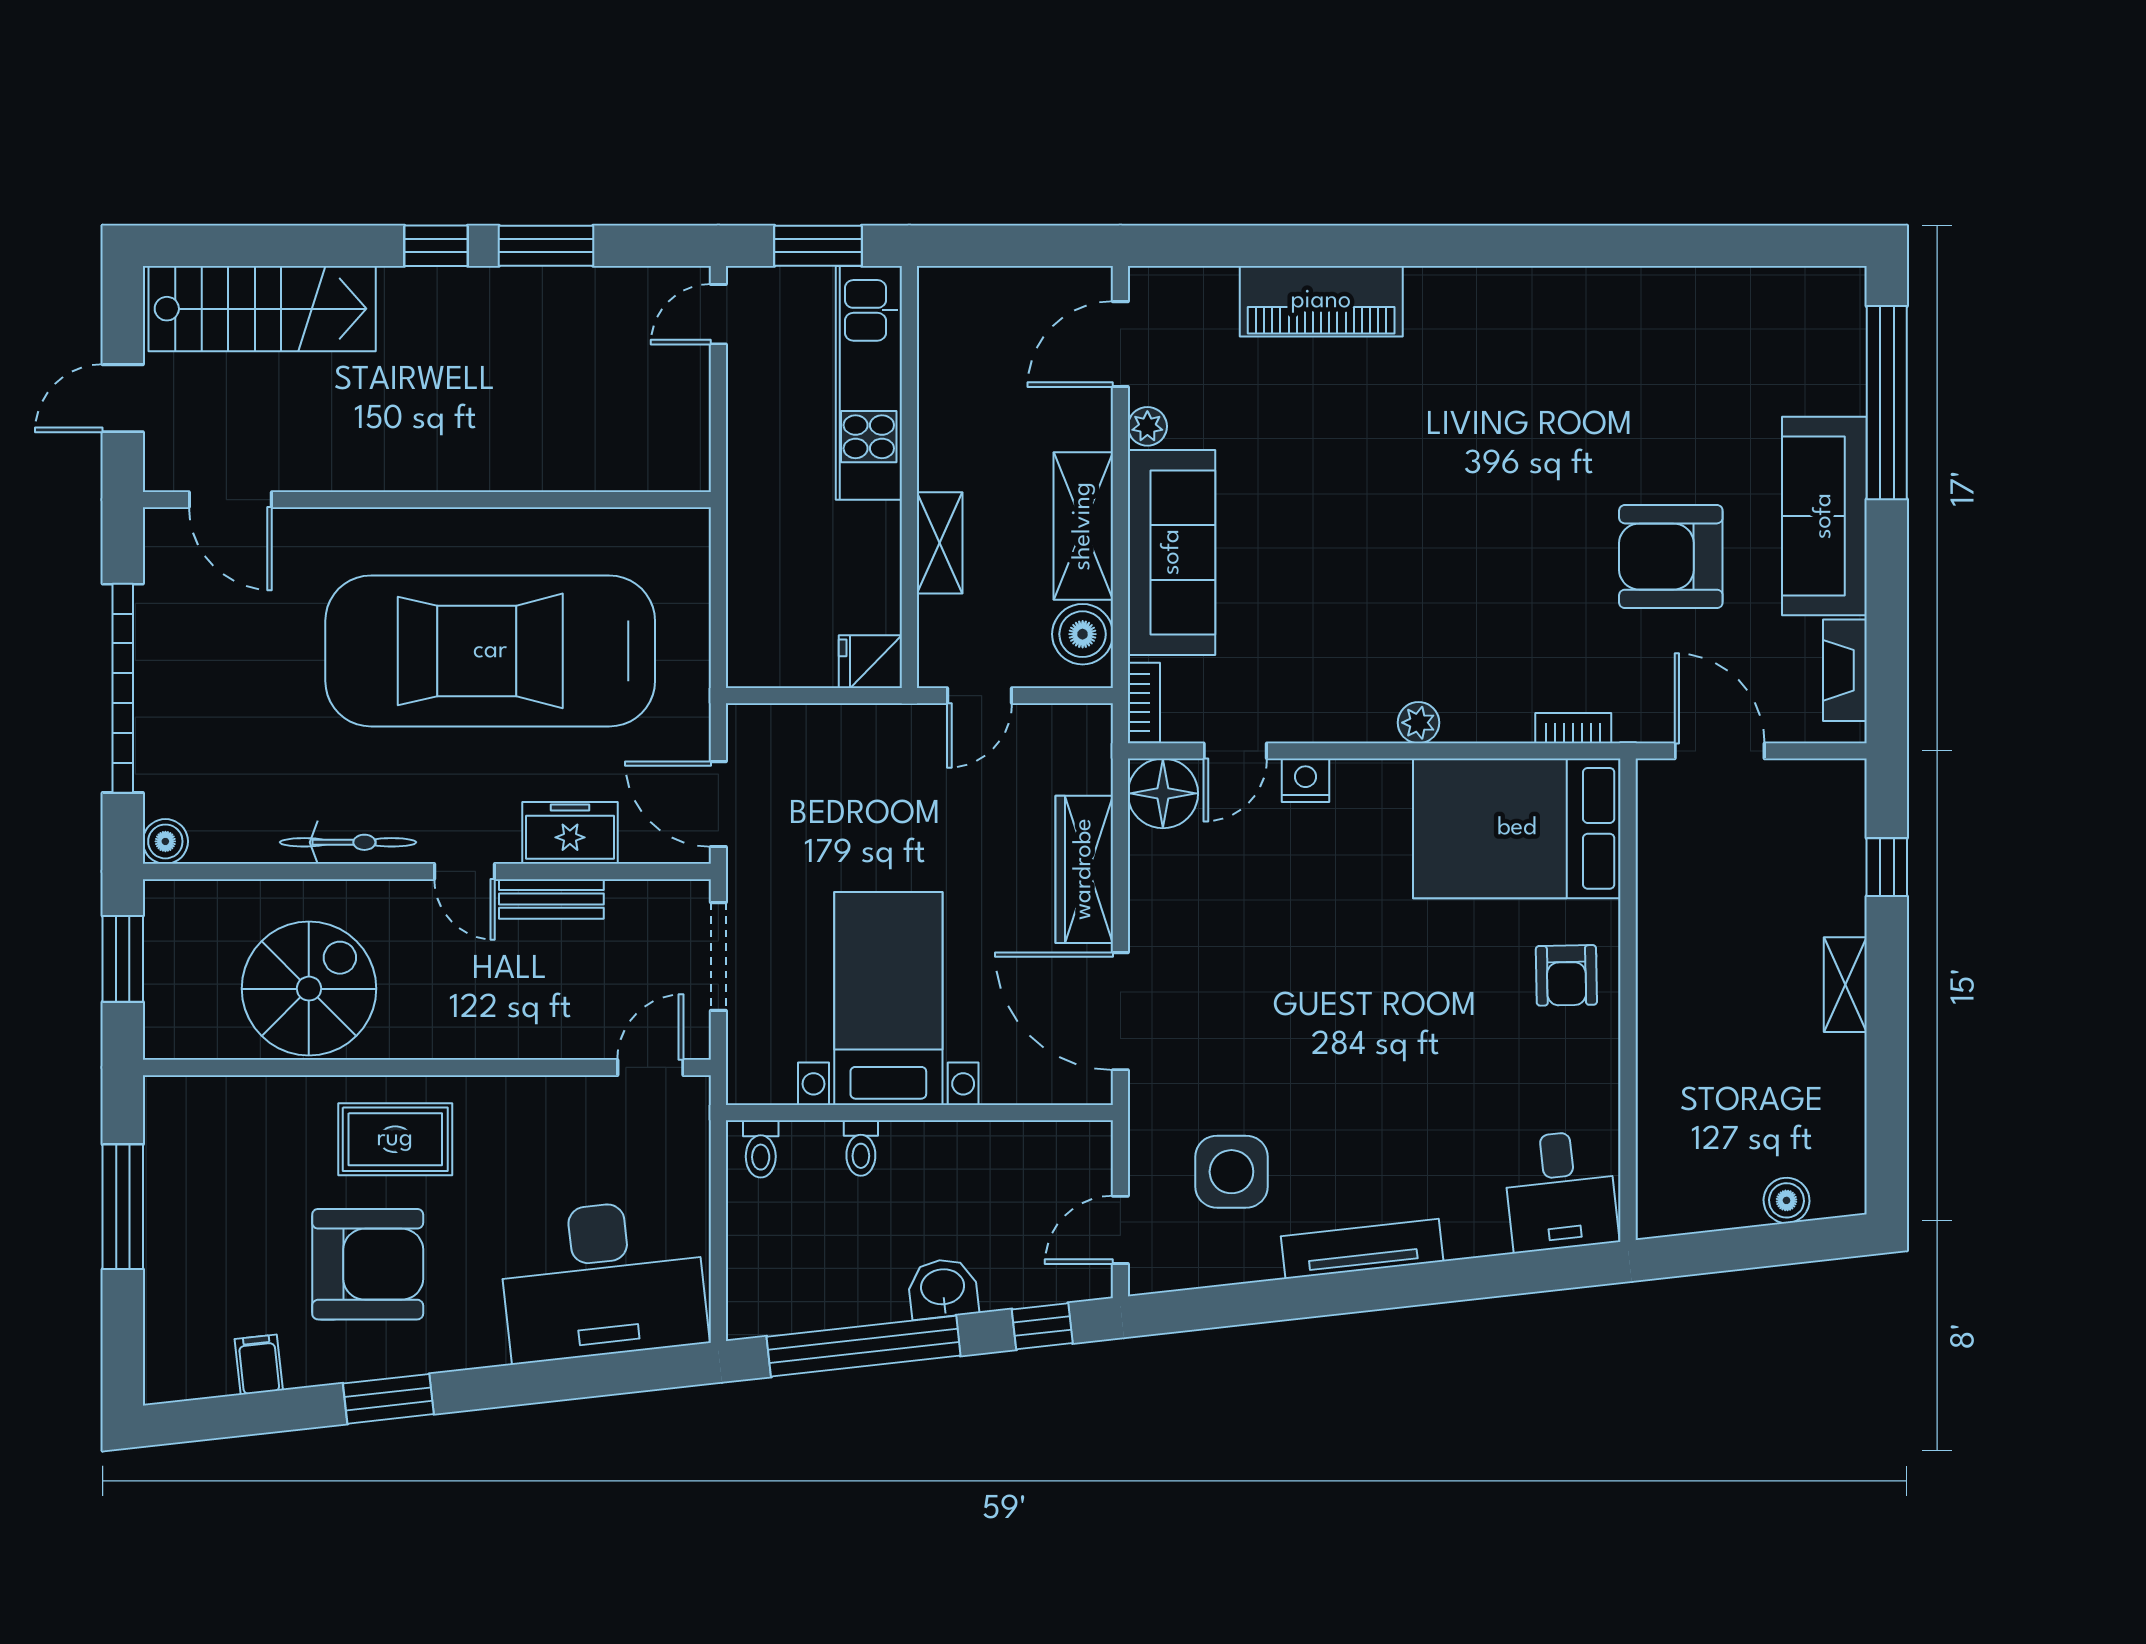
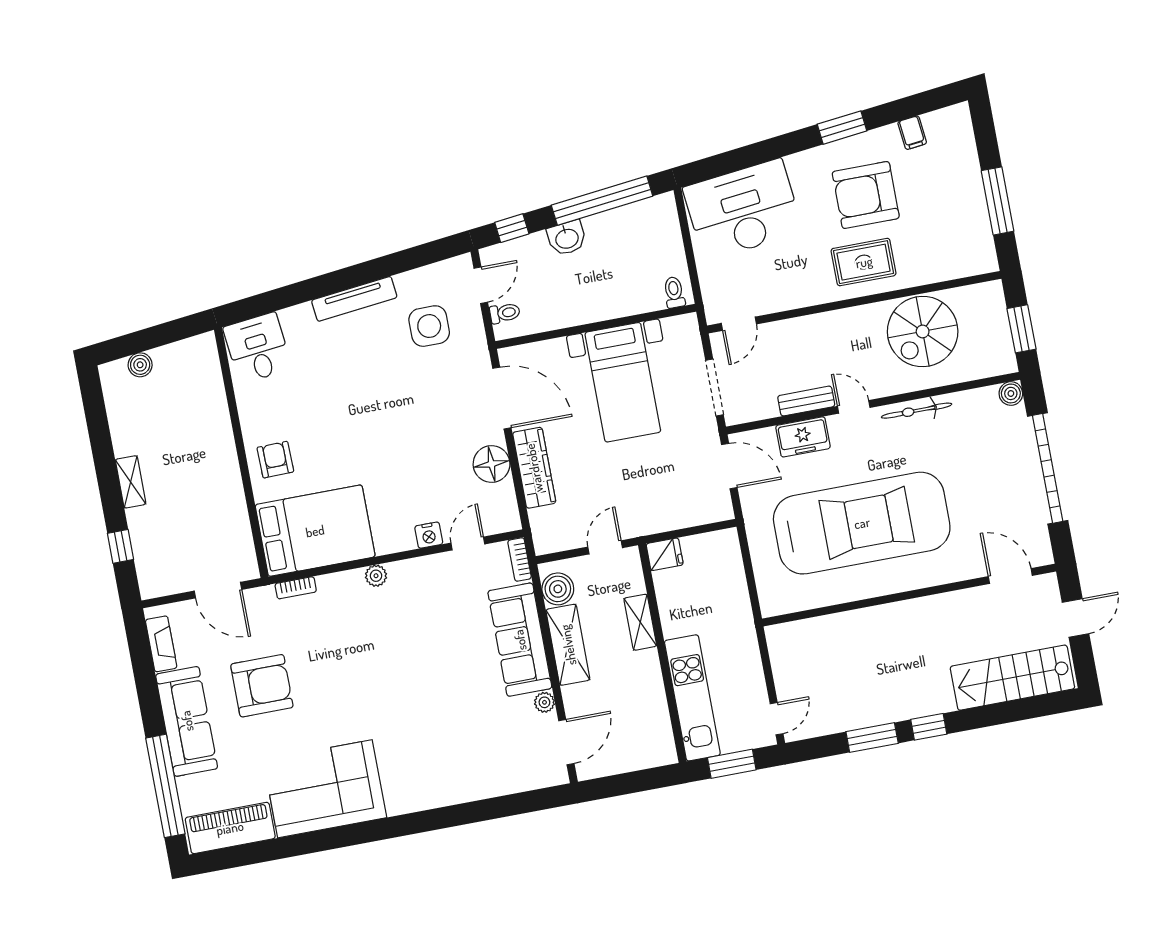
piano: (1321, 301) -> (230, 828), moved
corner sofa: (1589, 341) -> (325, 789), added
floor lamp: (1163, 793) -> (492, 464), moved
toilet: (861, 1148) -> (505, 313), moved, turned 90

